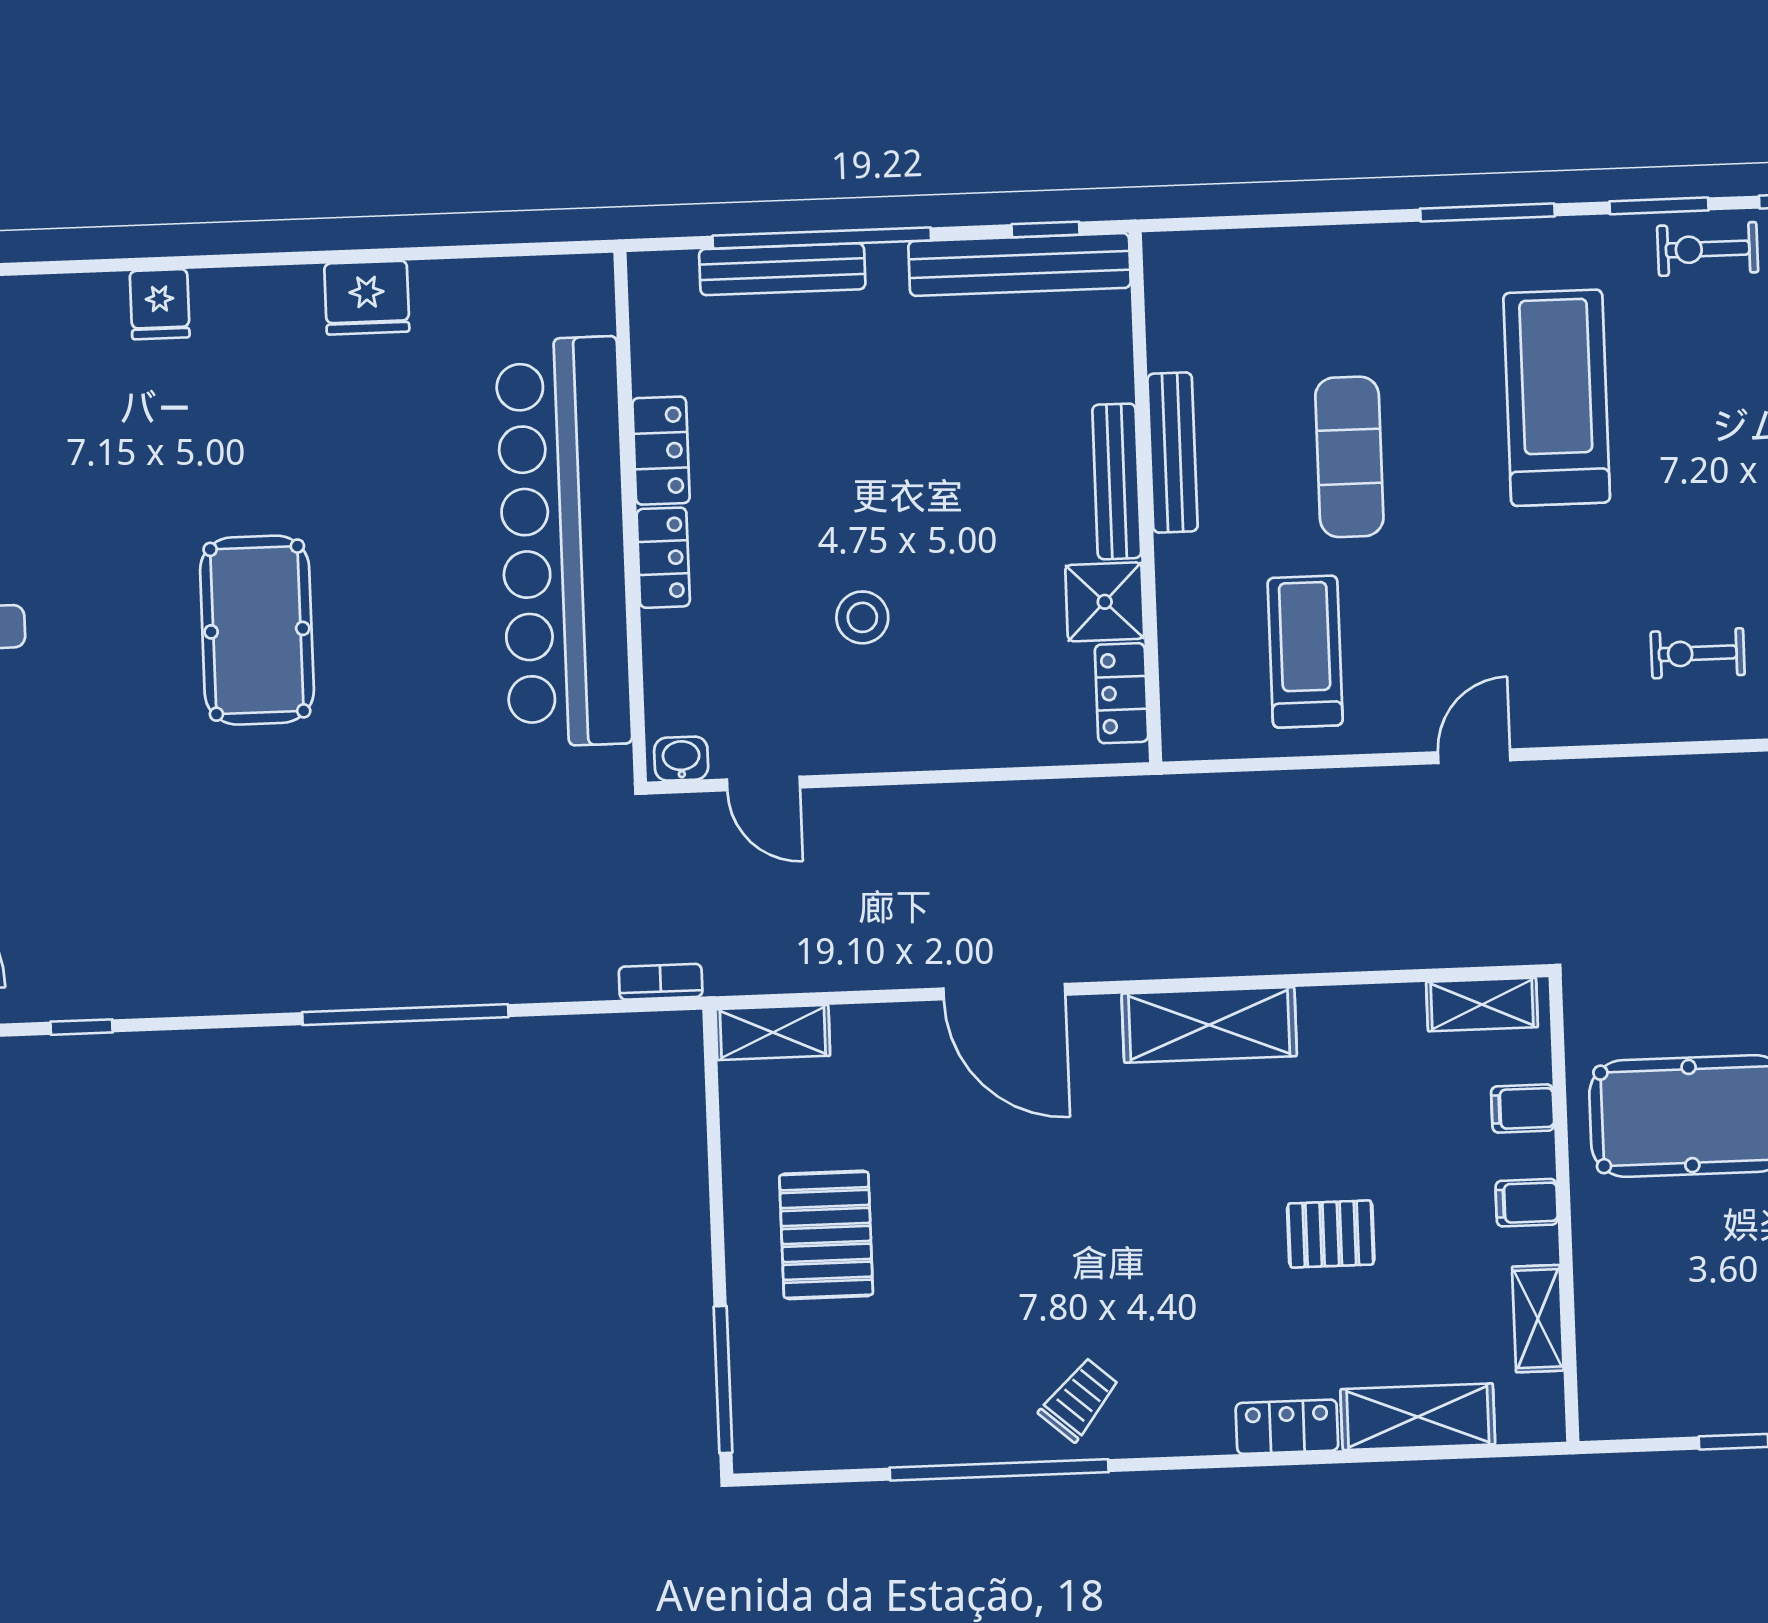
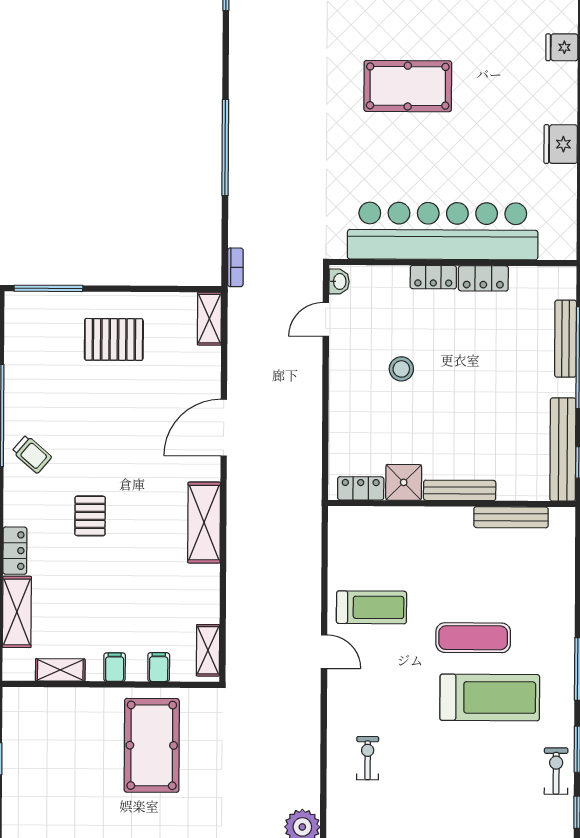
bench: (1173, 453) -> (511, 517), moved
exercise mat: (1349, 457) -> (473, 638), moved
treadmill: (1305, 652) -> (371, 607), moved
pallet: (1331, 1234) -> (90, 516), moved

